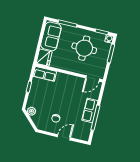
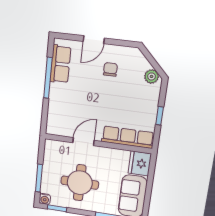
row of seats: (45, 74) -> (128, 137), width x1.48
door: (93, 79) -> (83, 142), moved
row of seats: (90, 110) -> (60, 64), moved

